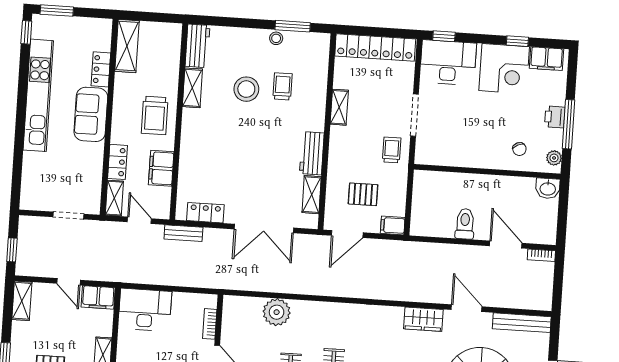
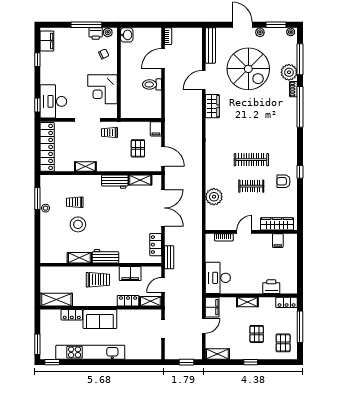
workbench: (197, 46) -> (105, 256), moved
corner desk: (504, 69) -> (103, 89), moved, turned 180
printer: (555, 117) -> (96, 34), moved

